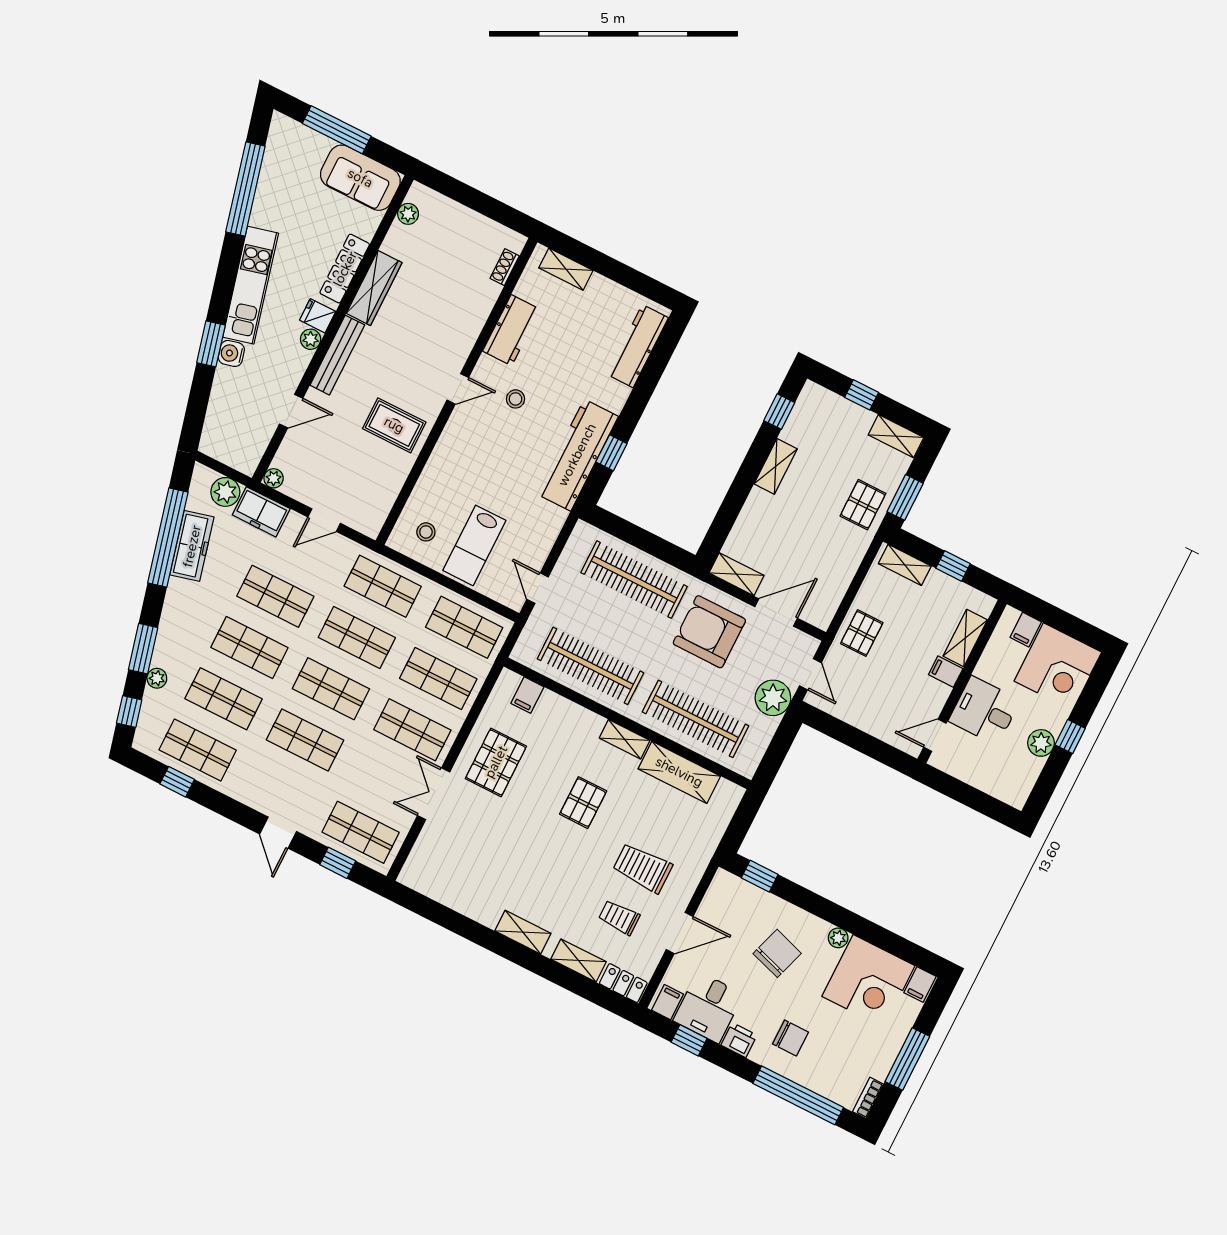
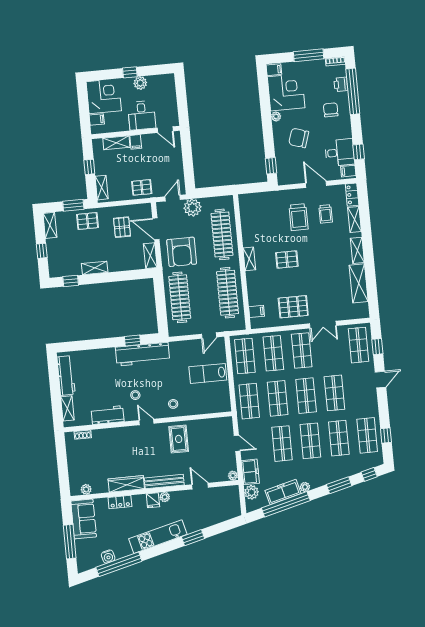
locker: (345, 269) -> (120, 502), width x0.66
workbench: (638, 346) -> (66, 375), moved, turned -90
water cooler: (231, 353) -> (108, 557), moved
stool: (426, 532) -> (173, 404), moved
lab bench: (474, 545) -> (208, 373), turned 180
pallet: (815, 557) -> (122, 227), added
plant: (157, 678) -> (305, 487), moved
shelving: (679, 772) -> (359, 283), moved
printer: (739, 1040) -> (341, 84), moved

